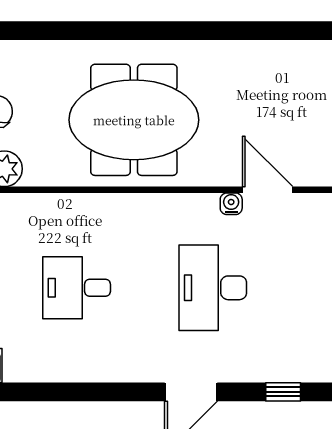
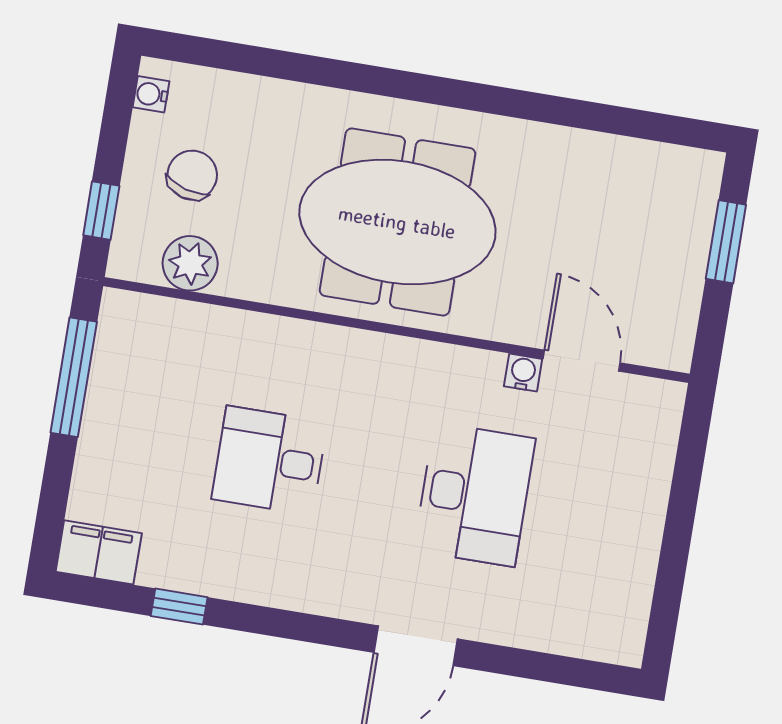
desk: (213, 288) -> (475, 494), turned 180
window: (283, 392) -> (179, 607), moved

